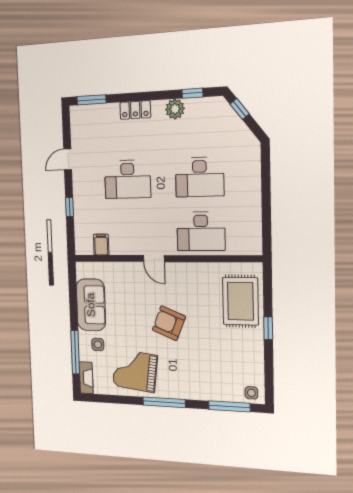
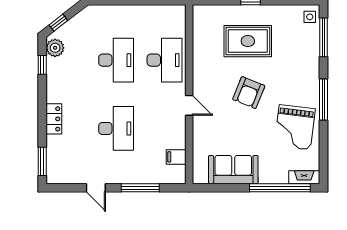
plant: (175, 109) -> (55, 48), moved
window: (69, 207) -> (140, 188), width x2.17
door: (154, 259) -> (189, 105), hinge flipped
rug: (240, 301) -> (248, 41), moved
side table: (98, 345) -> (271, 164), removed
window: (75, 352) -> (280, 188), width x1.46

